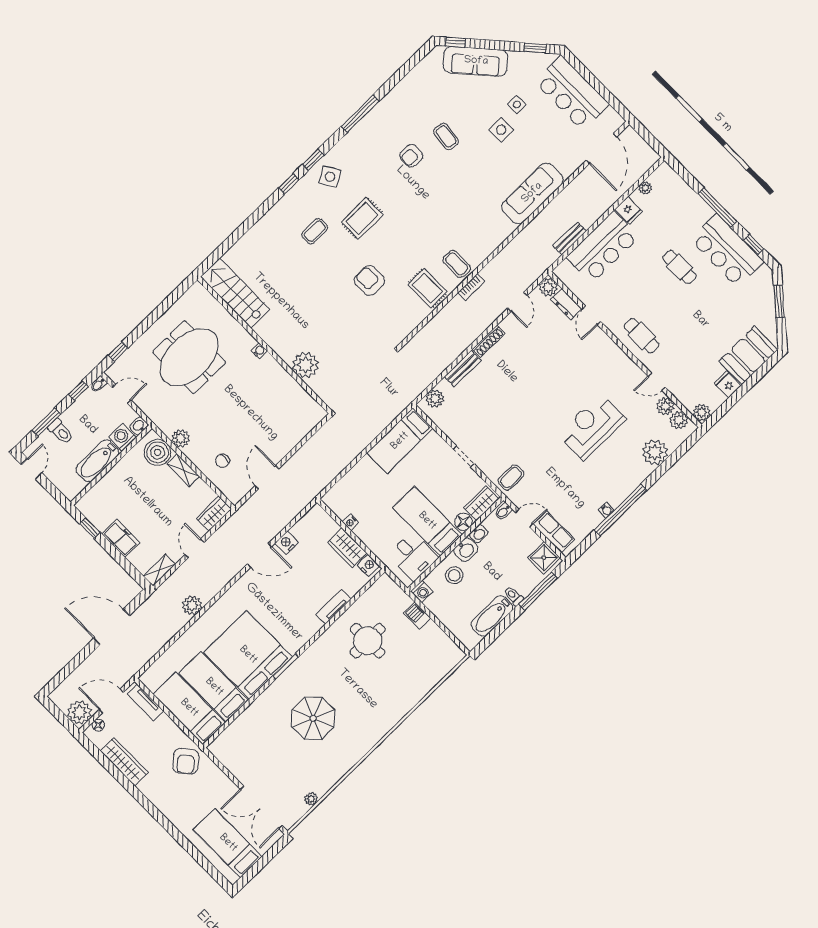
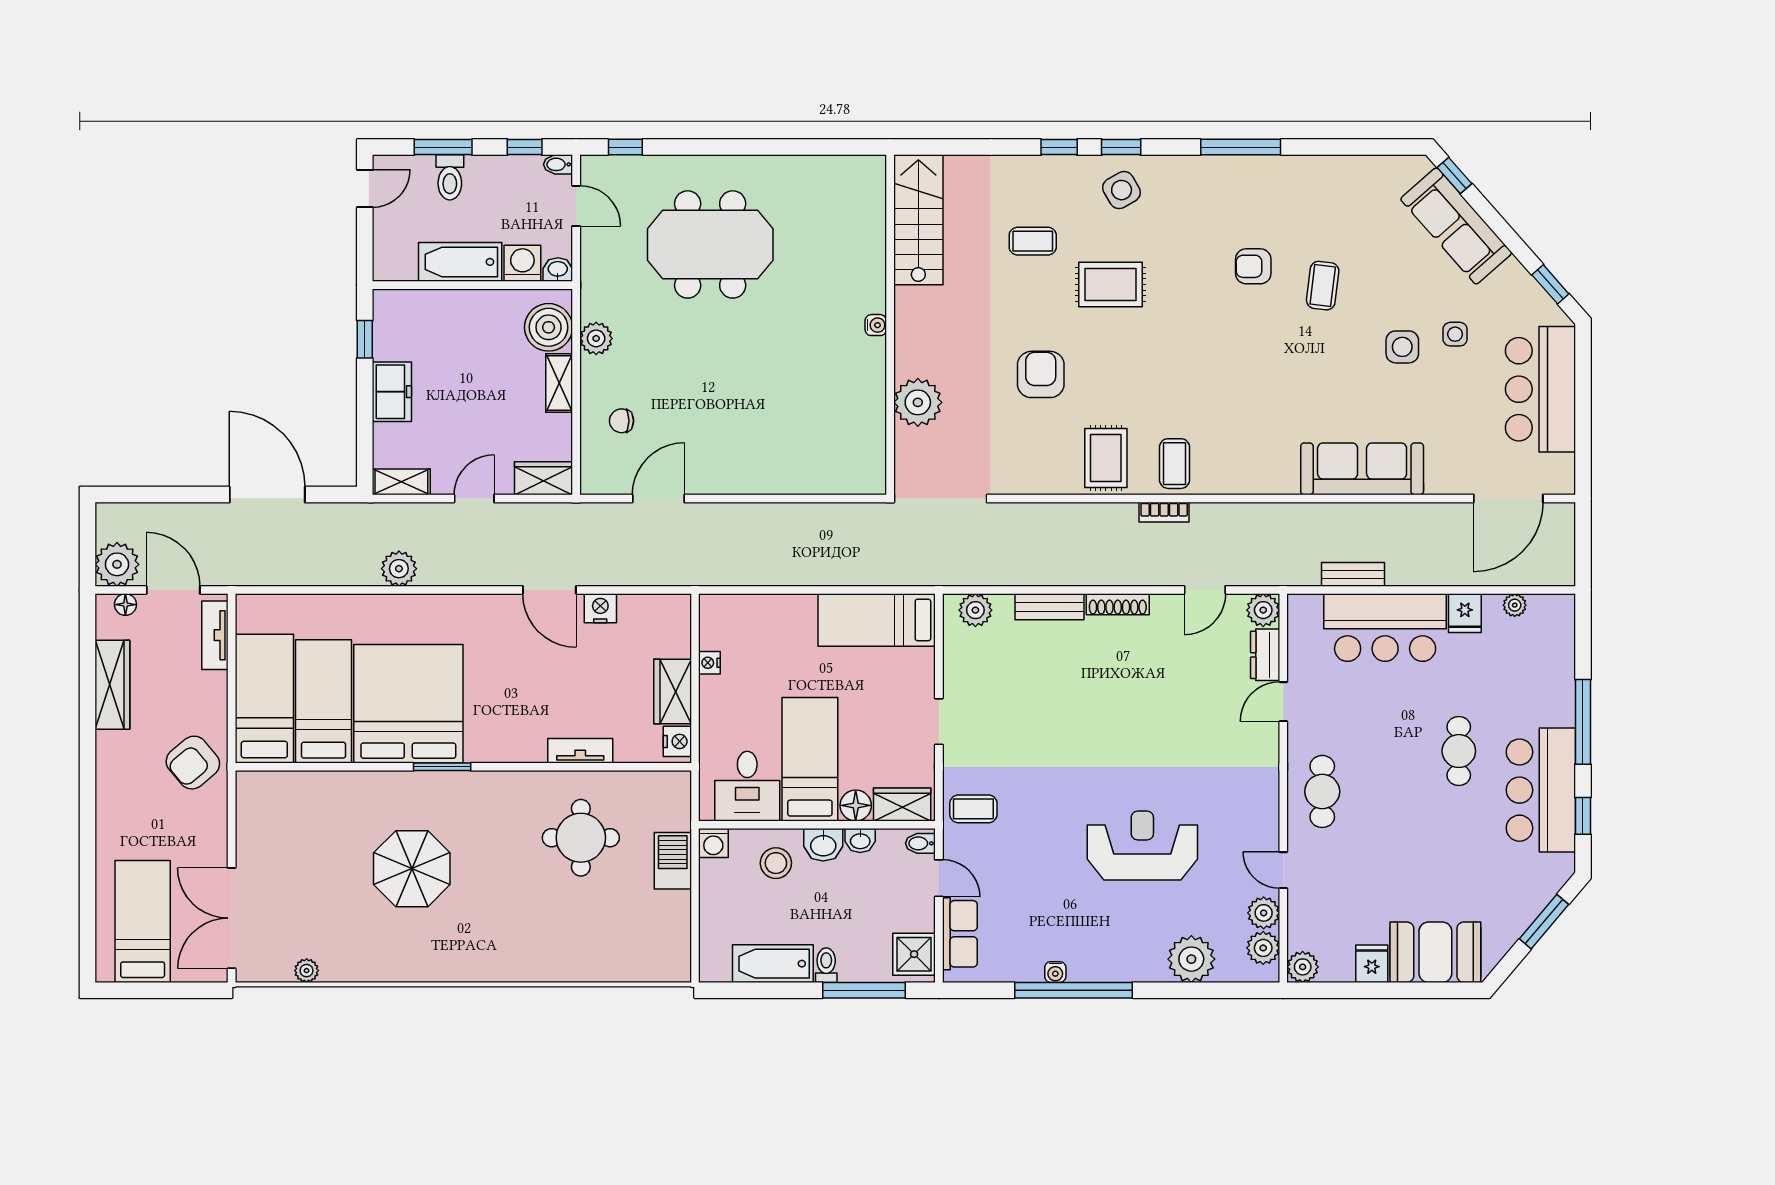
stairs: (235, 293) -> (918, 220), moved
wall: (265, 345) -> (890, 325), moved
water cooler: (259, 351) -> (876, 325), moved
plant: (305, 365) -> (918, 402), moved
barbecue: (417, 616) -> (673, 861), width x1.38, depth x1.27

